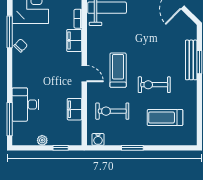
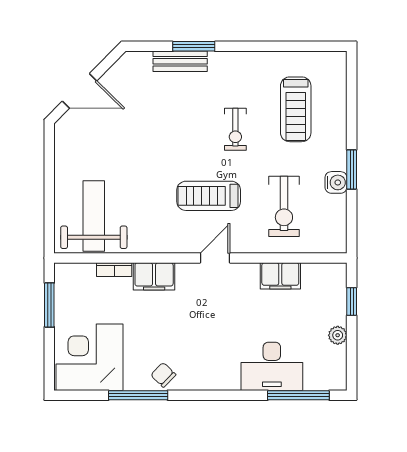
bench: (191, 60) -> (180, 61), width x0.73
exercise bike: (154, 85) -> (235, 129), width x0.73, depth x0.72
water cooler: (98, 139) -> (336, 182), moved

